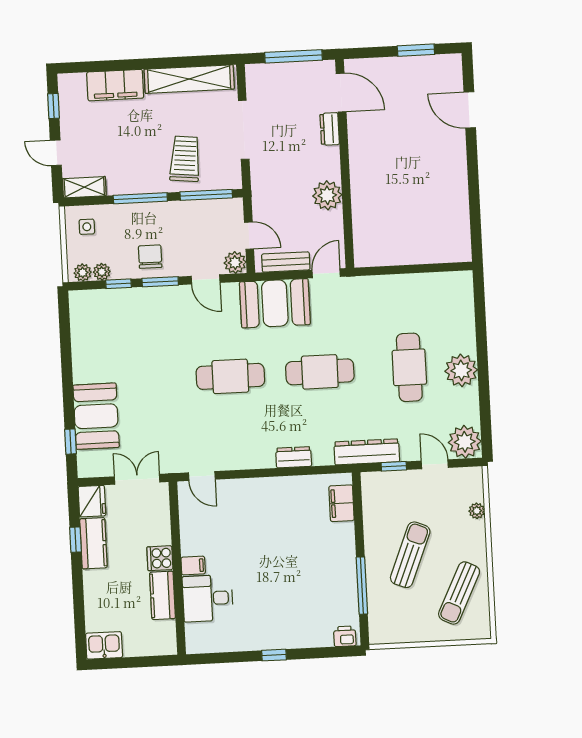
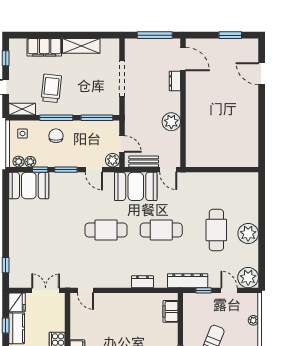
shelving: (189, 79) -> (81, 46), width x0.68
trolley: (185, 159) -> (51, 88), moved
chair: (150, 257) -> (56, 136), moved
door: (326, 273) -> (168, 170), swing flipped
booth: (96, 416) -> (29, 186), moved, turned 90

